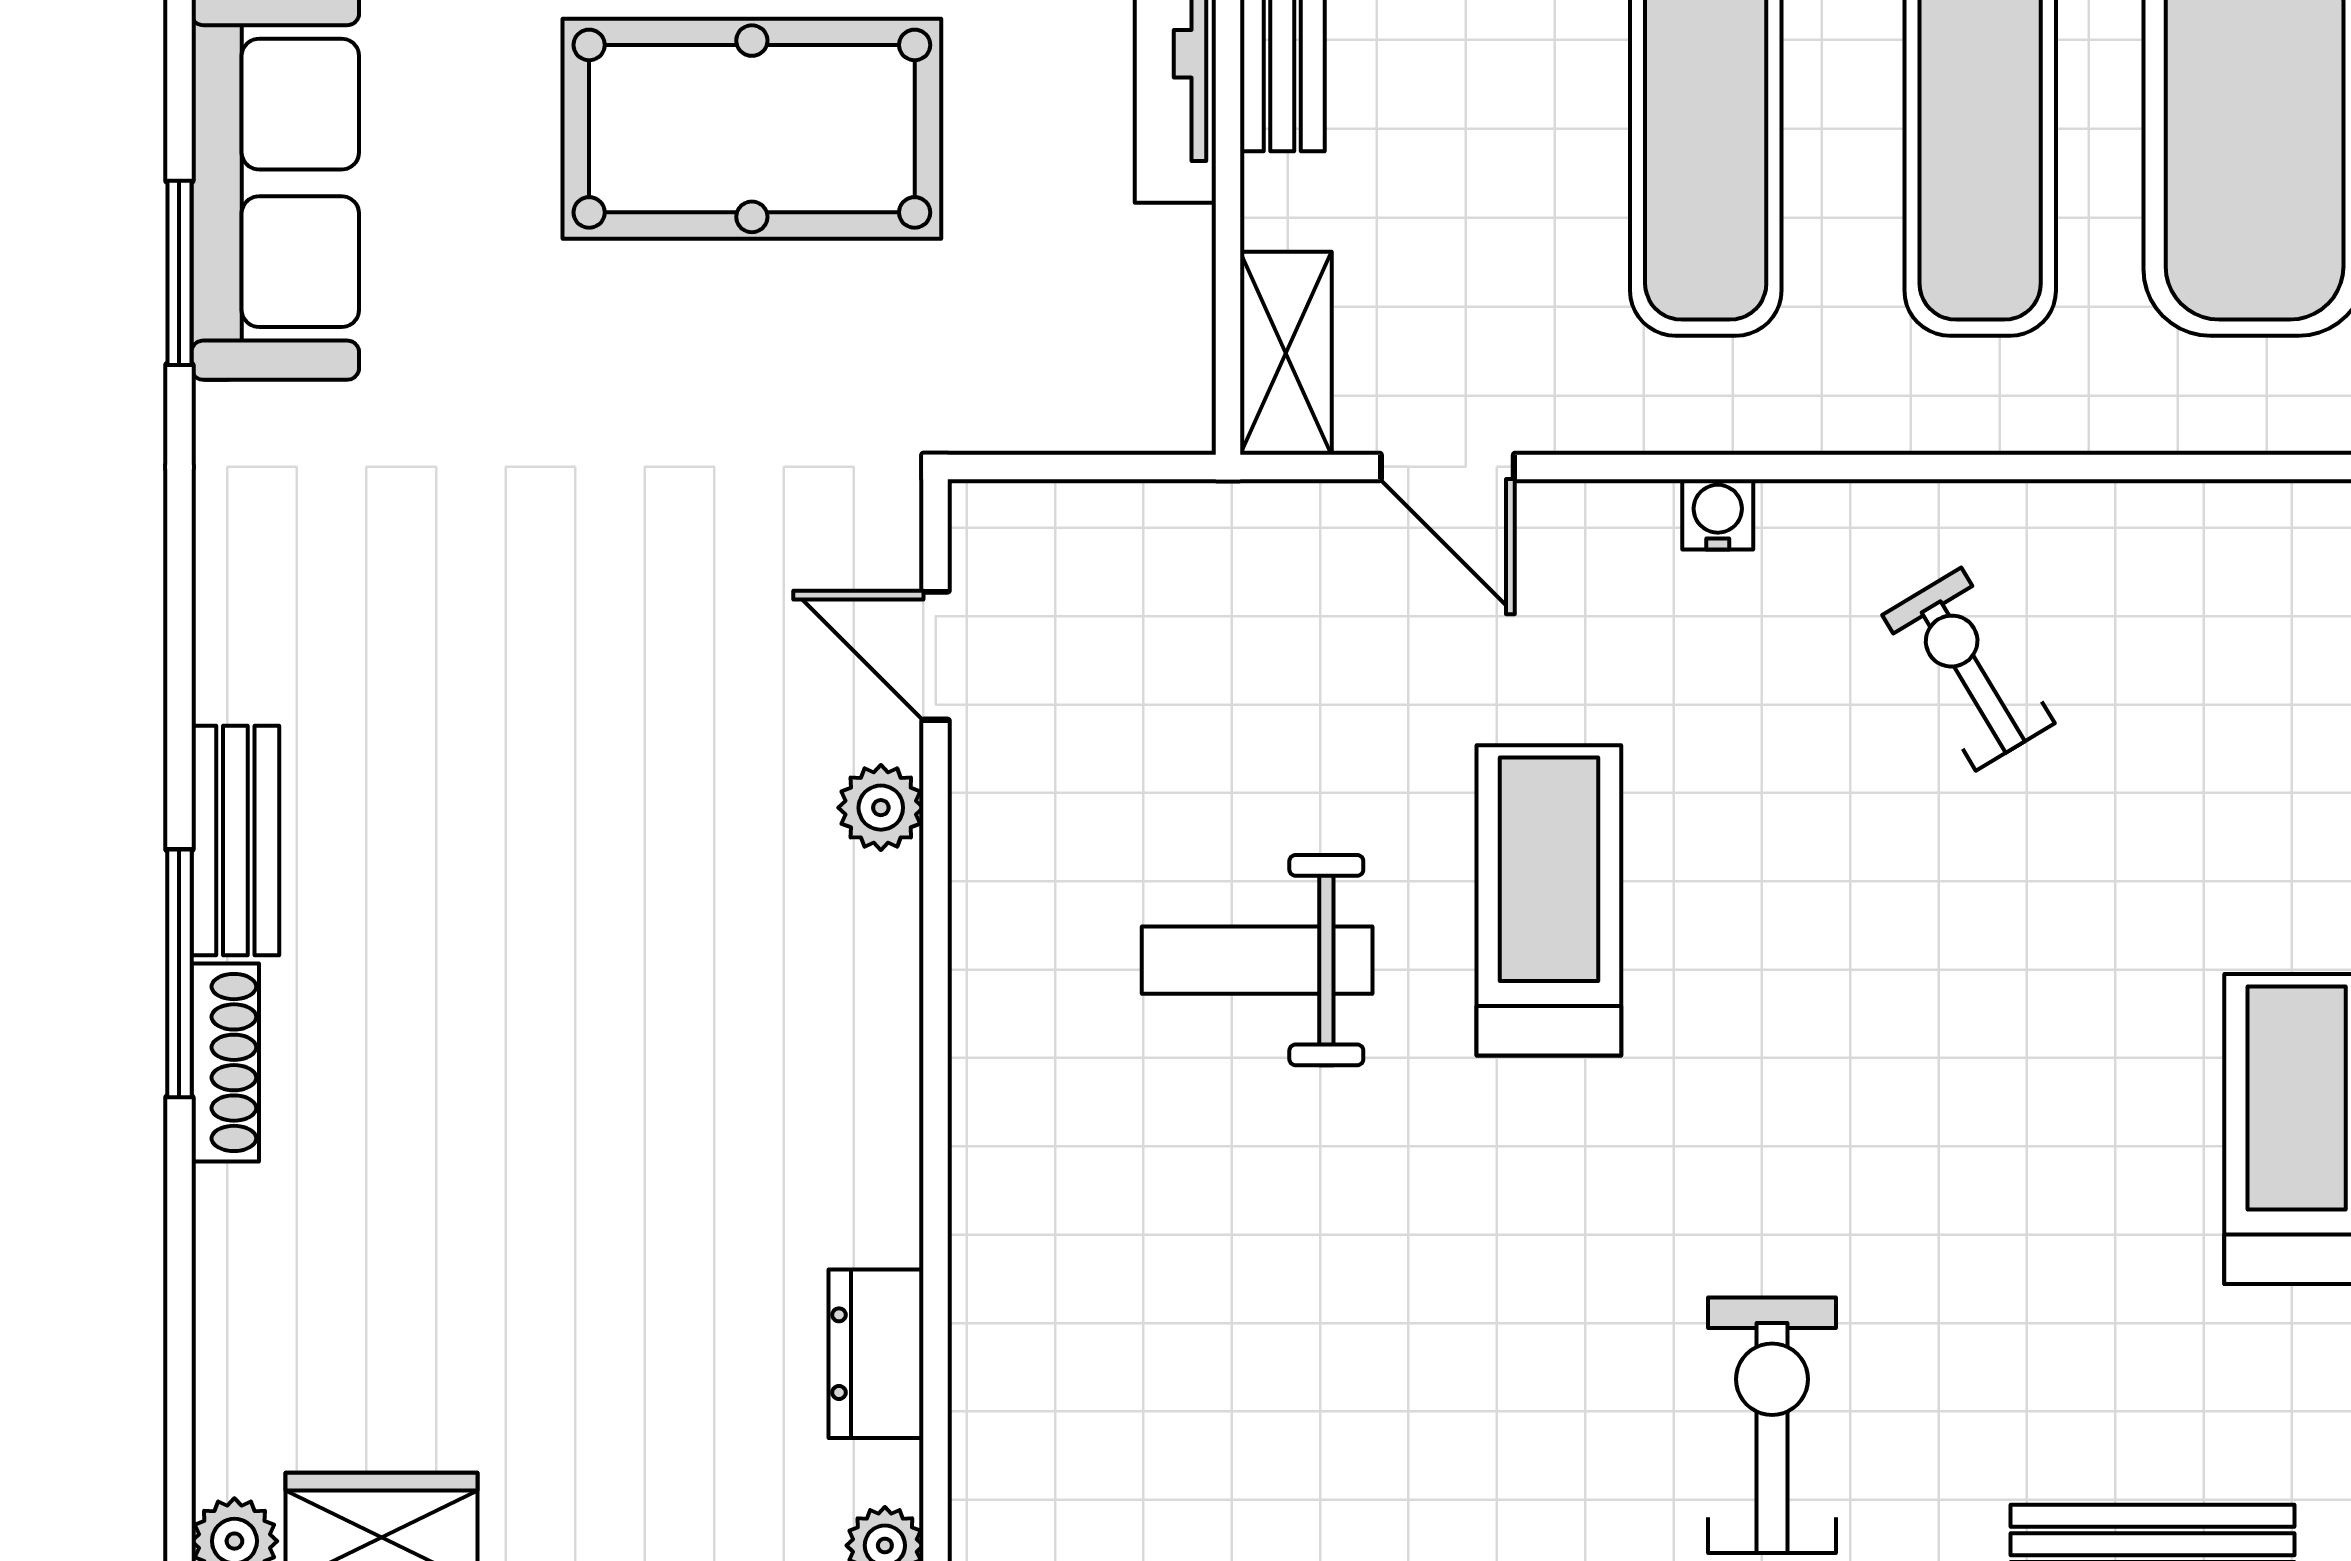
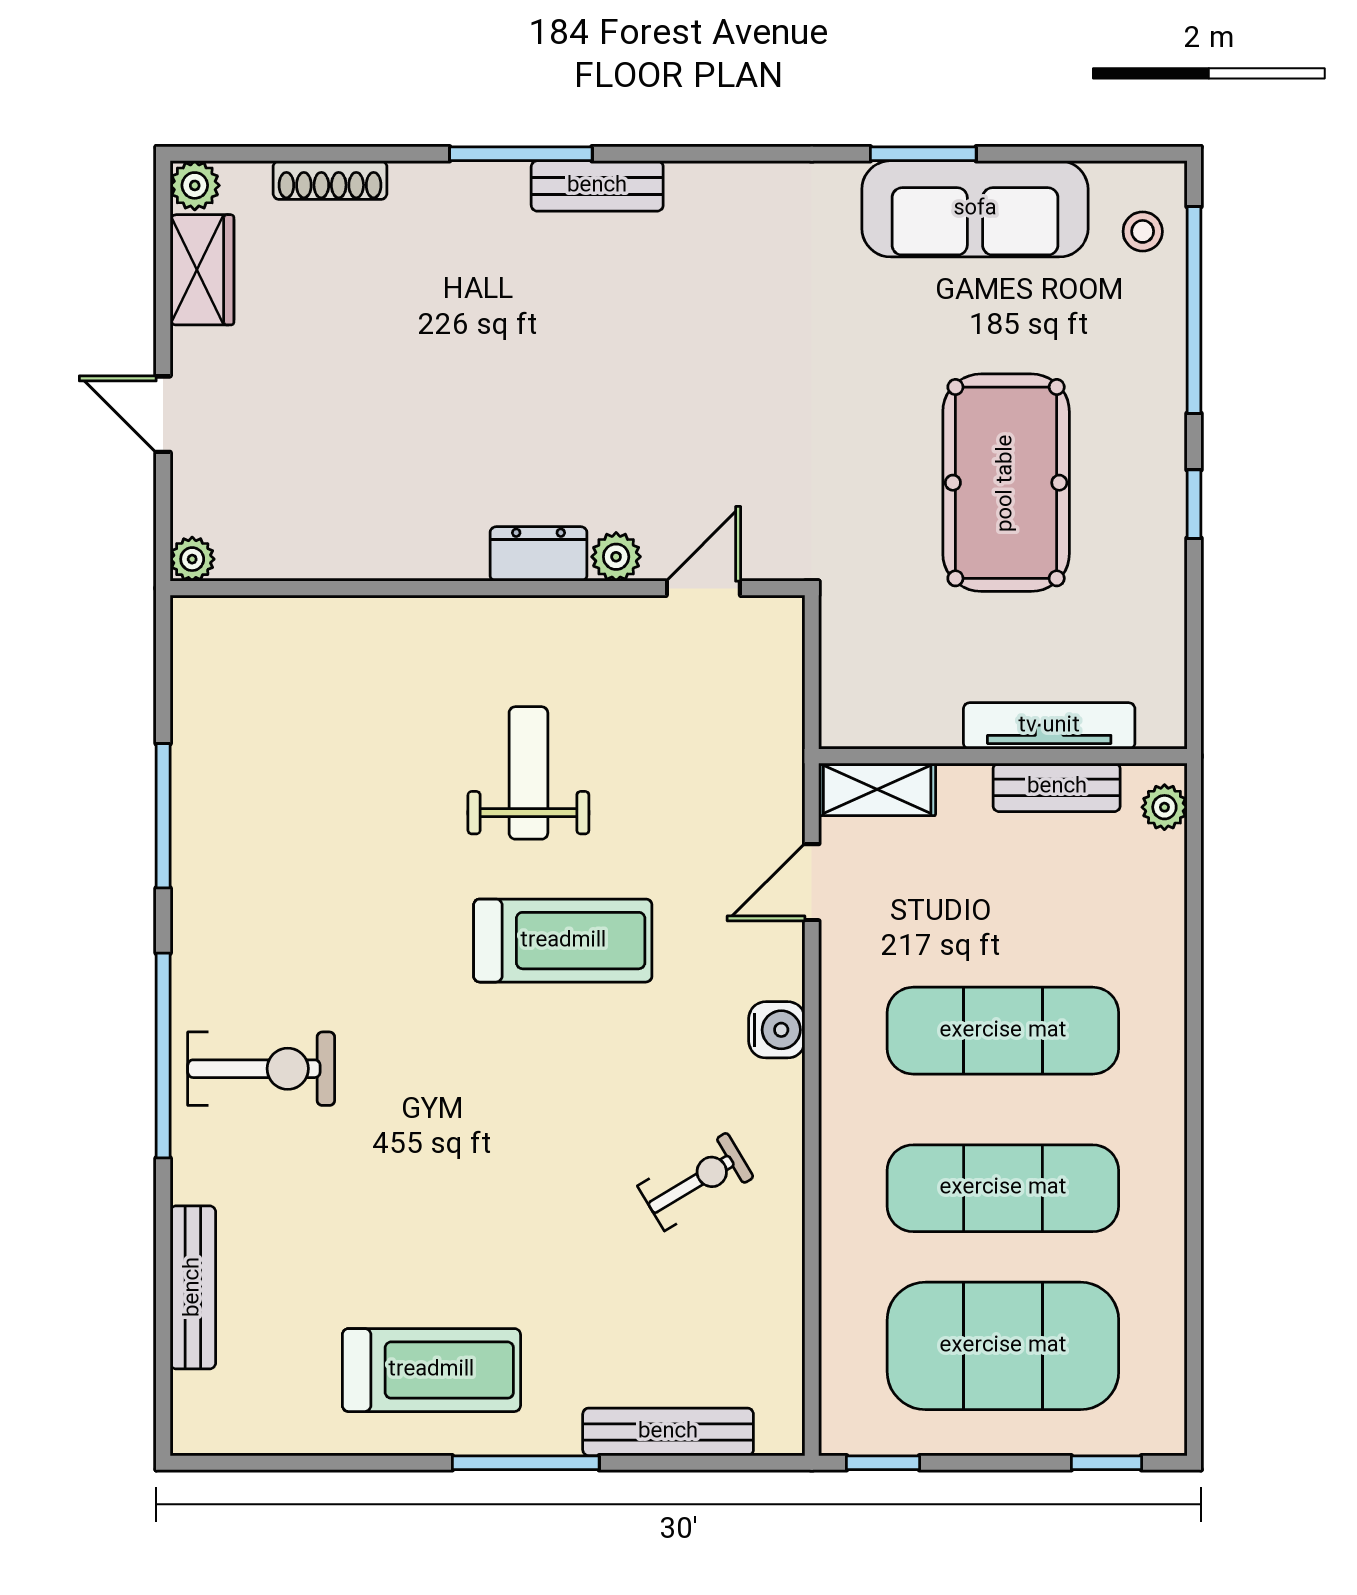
water cooler: (1718, 514) -> (777, 1030), width x1.38, depth x1.38
shoe rack: (225, 1062) -> (330, 180), moved
dresser: (876, 1354) -> (538, 554), moved

